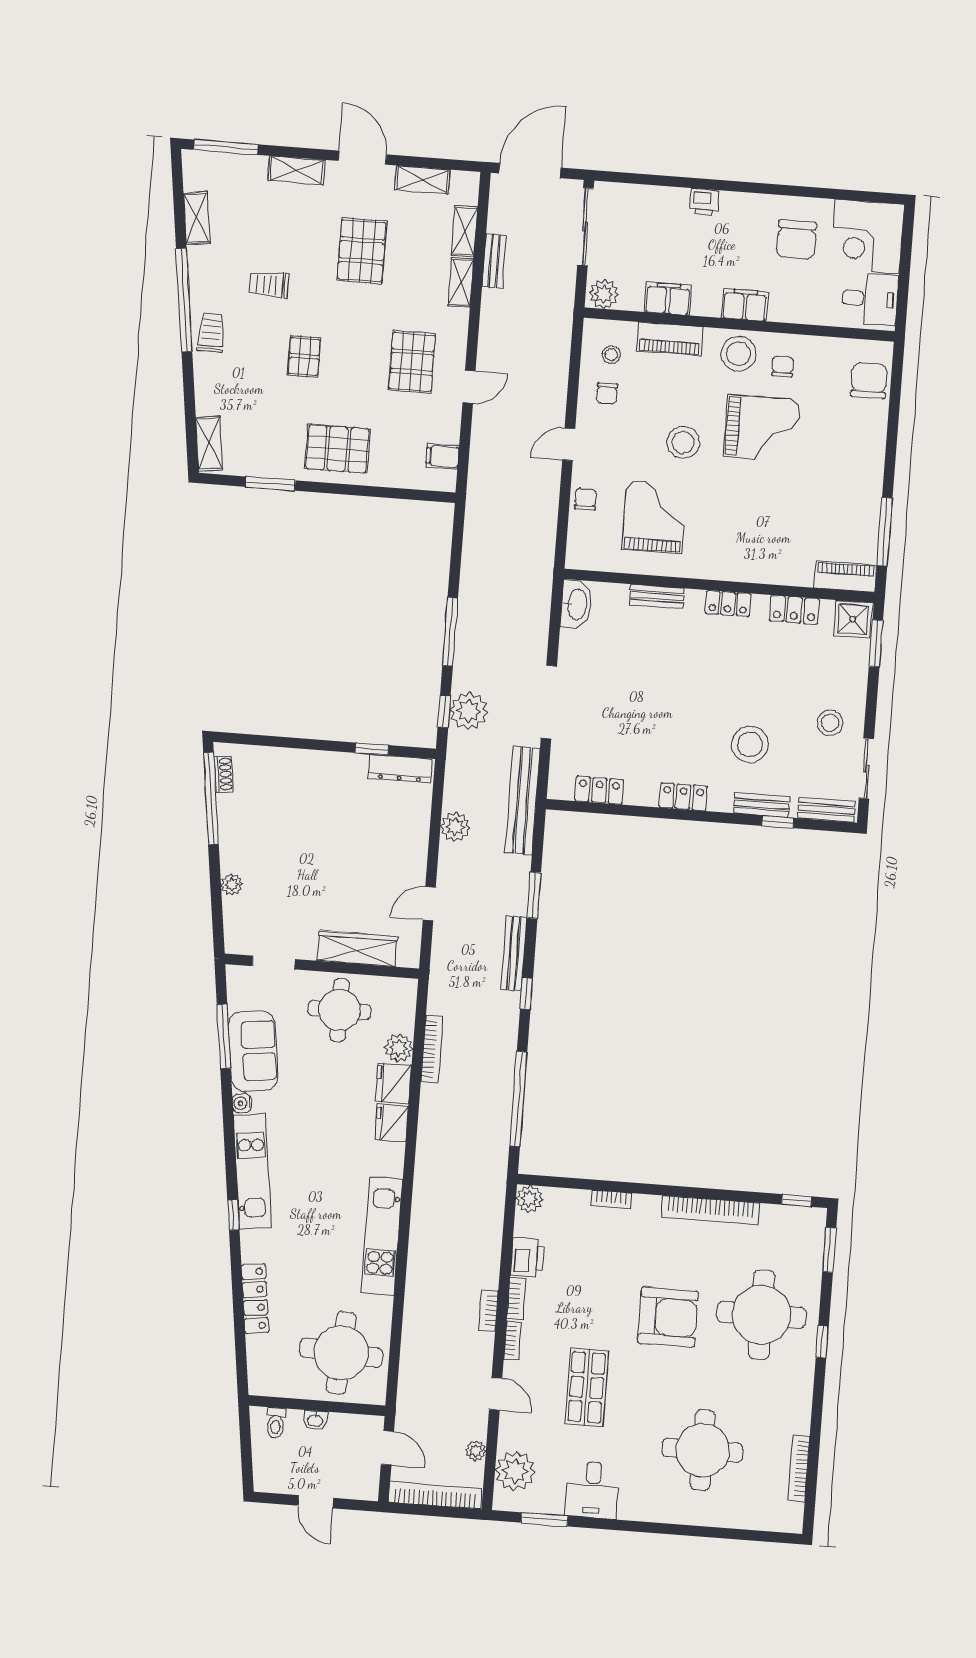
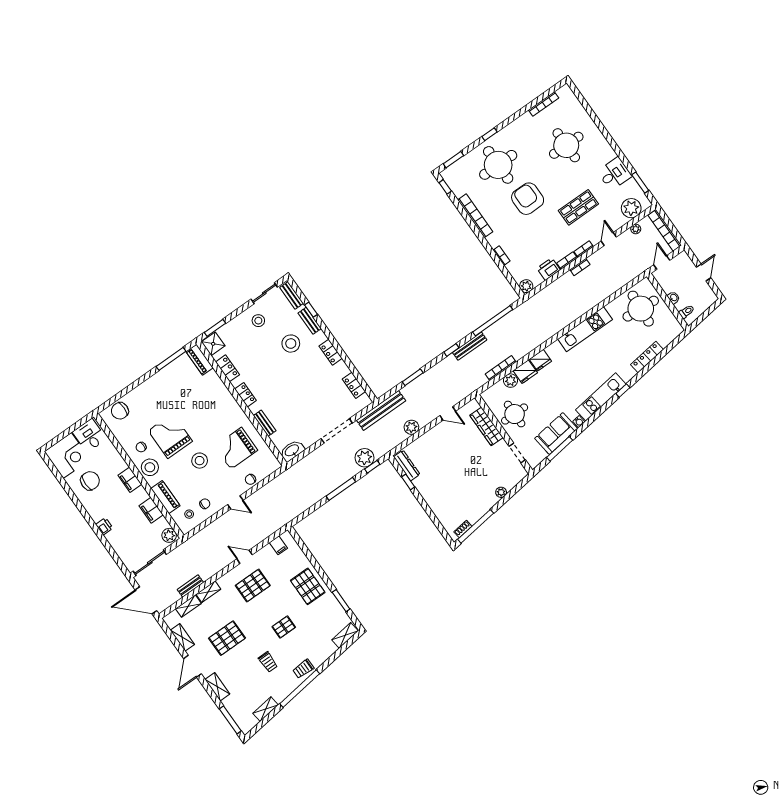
bench: (514, 953) -> (470, 346), moved

